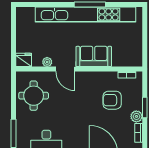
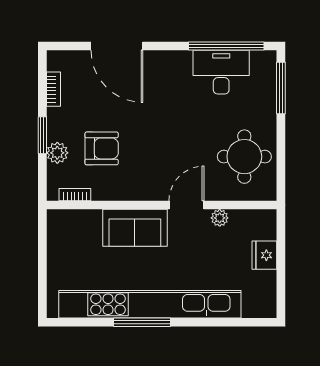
fridge: (24, 60) -> (264, 255), moved, turned 90
door: (65, 69) -> (187, 205), hinge flipped
plant: (136, 116) -> (57, 153), moved

